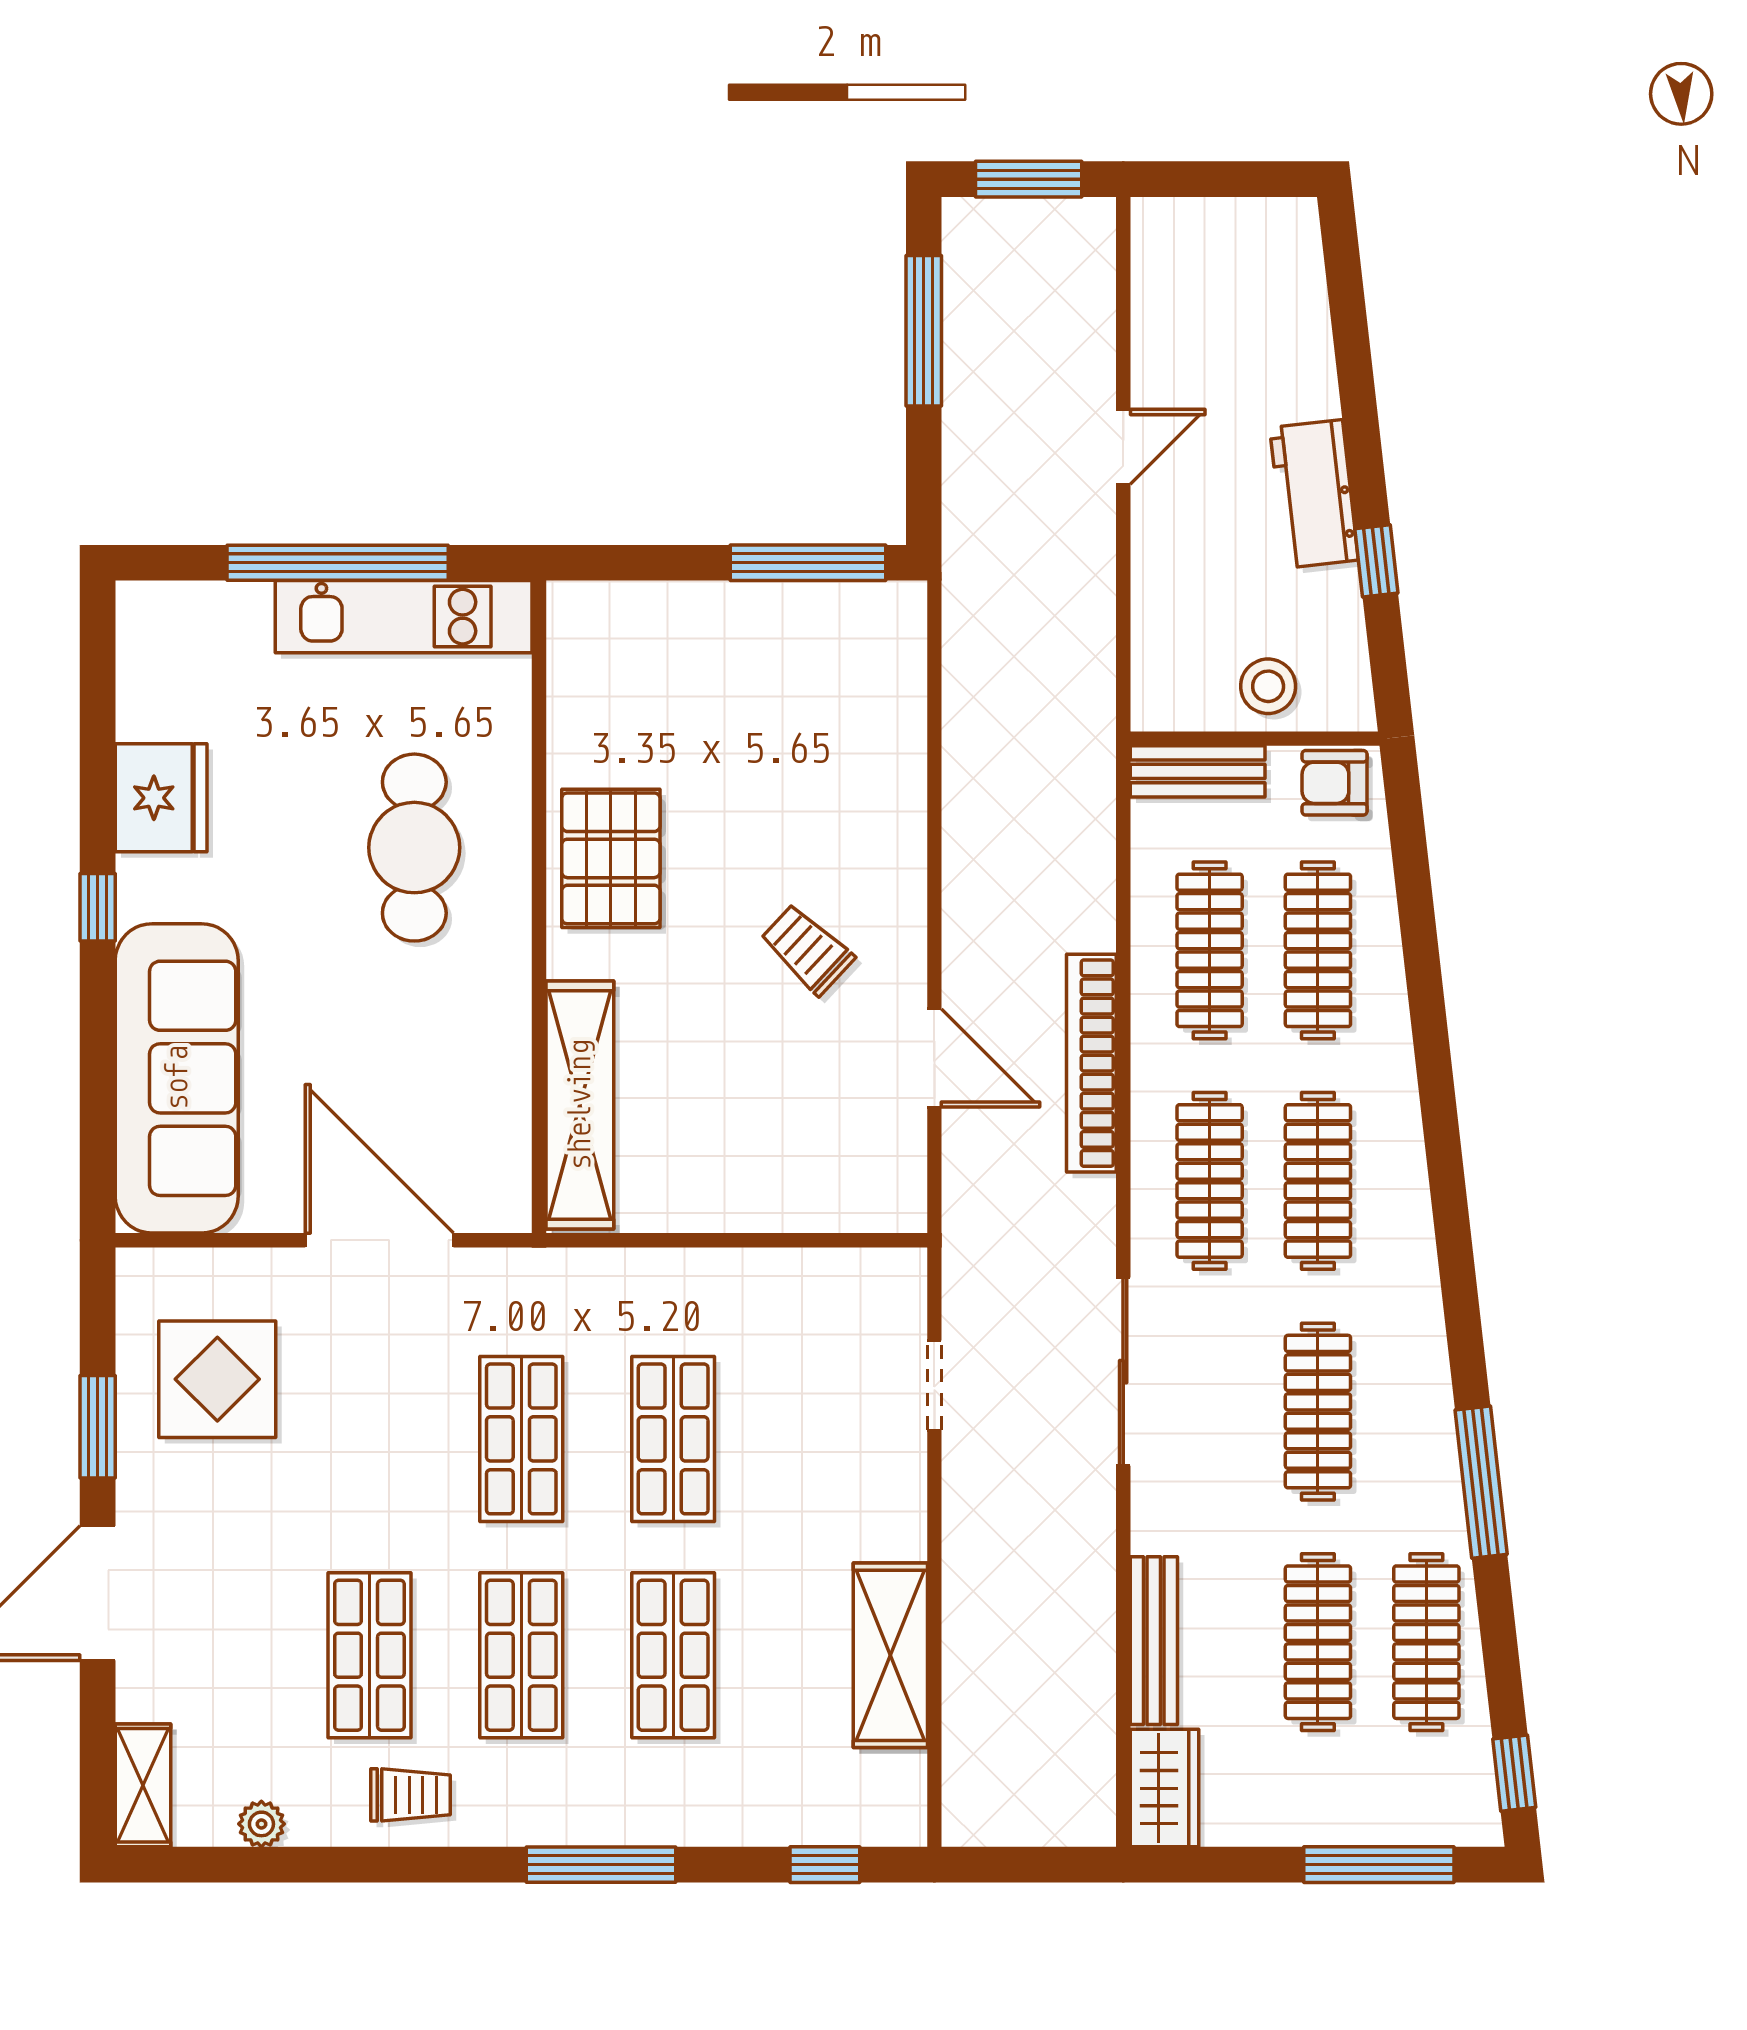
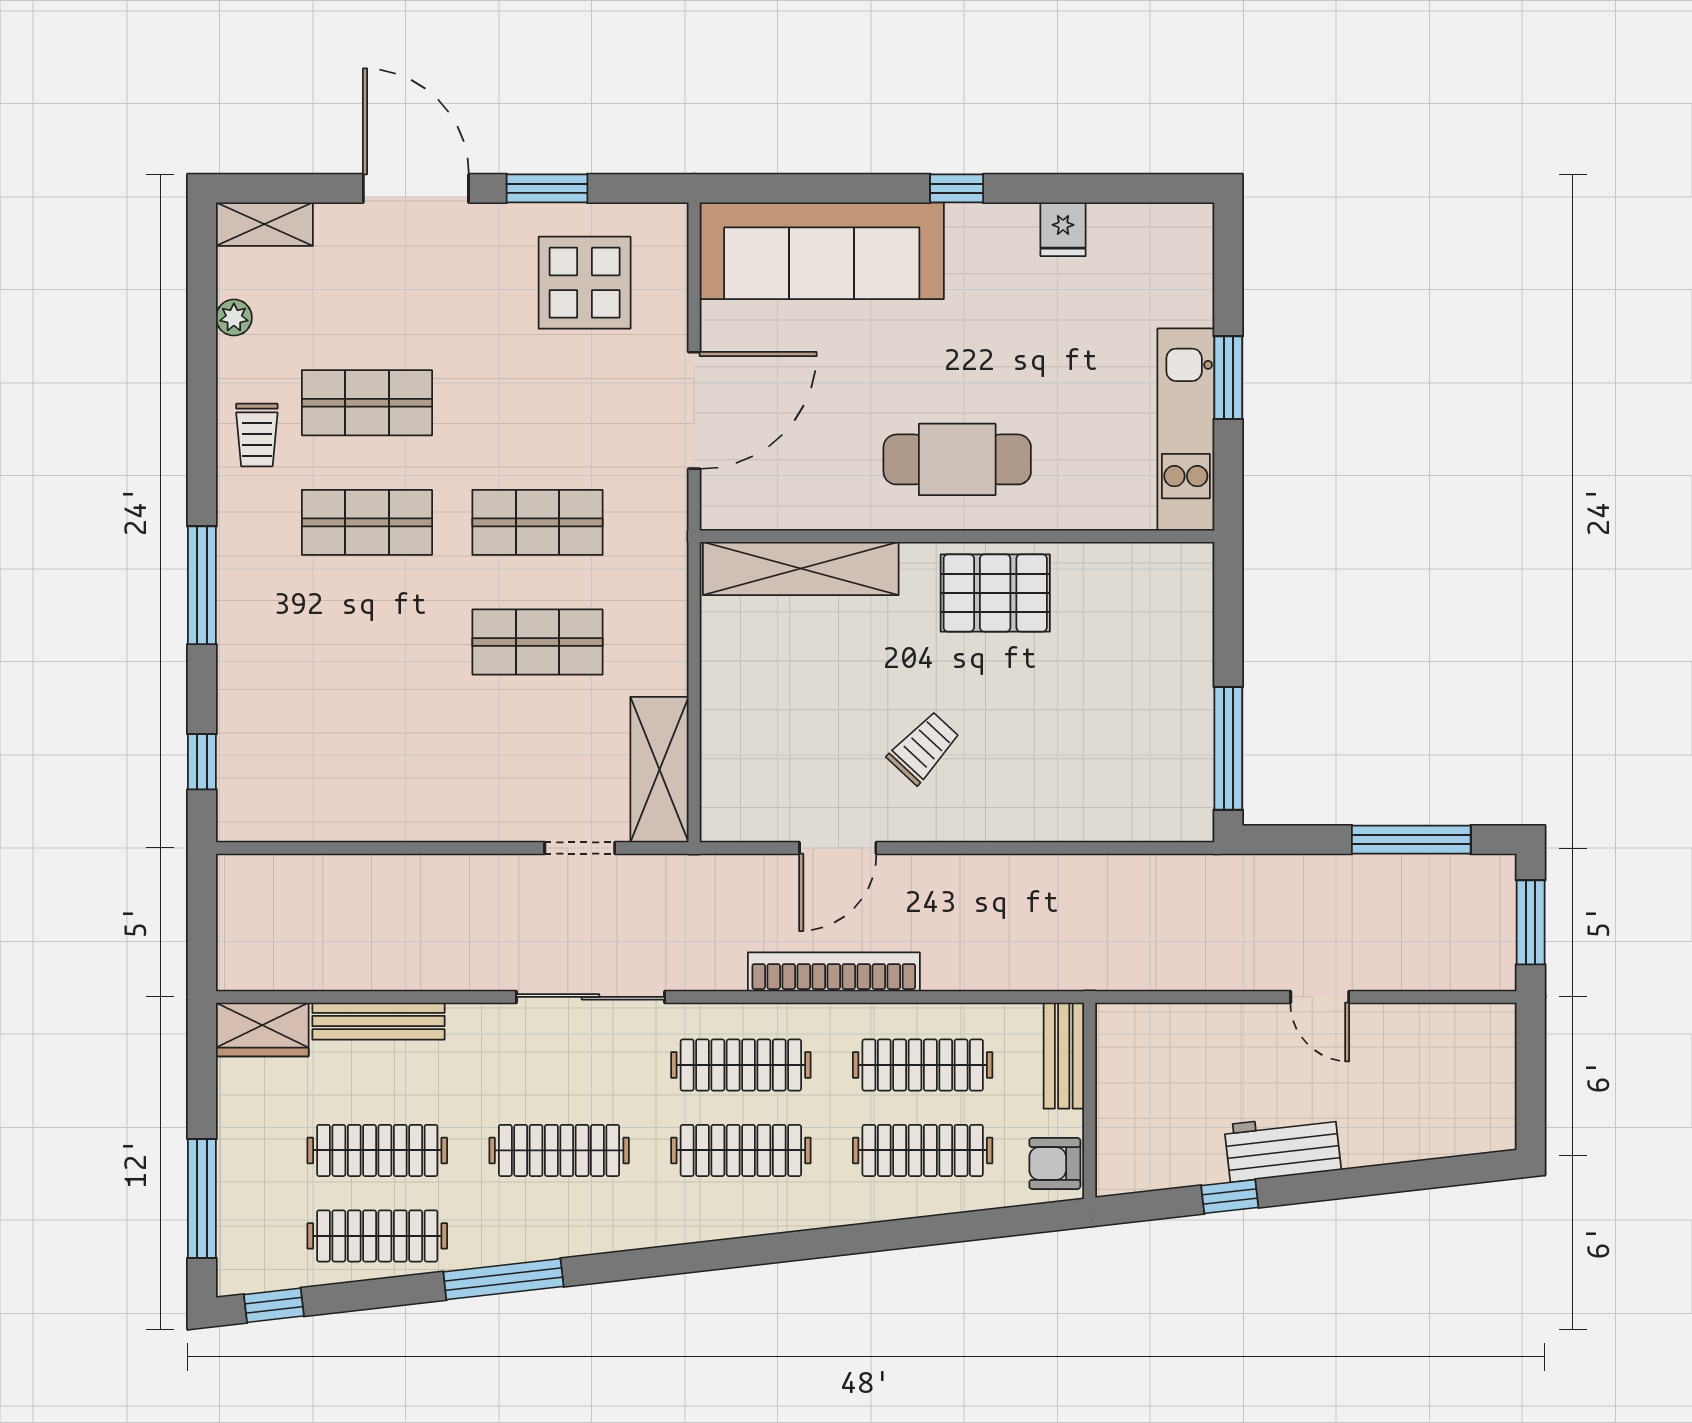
window: (338, 563) -> (1228, 378), width x0.47
stool: (1268, 686) -> (1131, 1111), removed
armchair: (1334, 783) -> (1055, 1163), turned -90
fridge: (161, 798) -> (1063, 229), width x0.53, depth x0.75
cafe table: (414, 848) -> (957, 459), moved
shop shelf: (673, 1655) -> (367, 642), removed
shelving: (890, 1655) -> (659, 770), moved, turned 90

